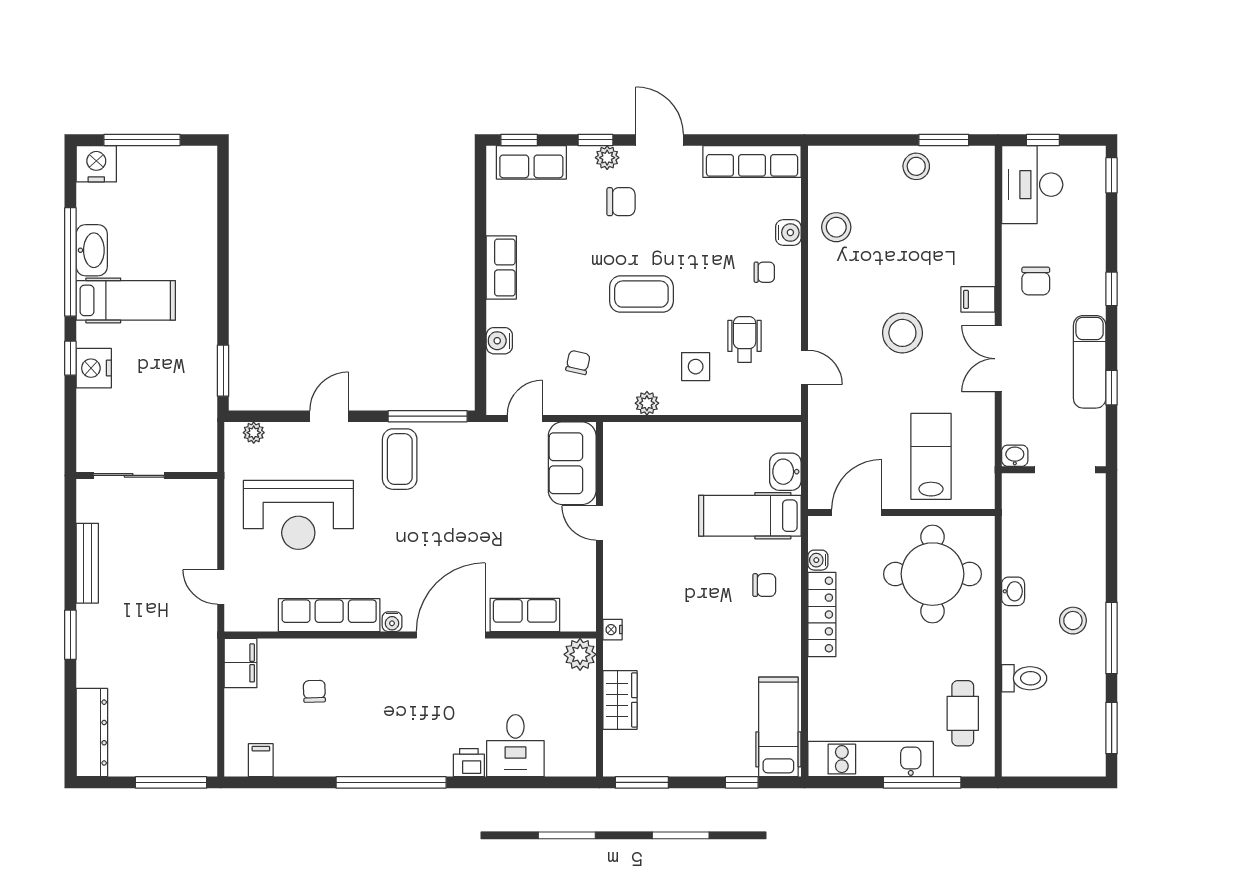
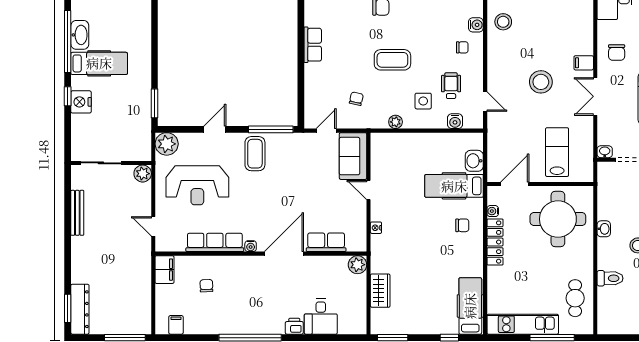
water cooler: (499, 341) -> (455, 121), moved, turned -90
plant: (254, 433) -> (167, 144), width x1.88, depth x1.88
plant: (202, 494) -> (143, 174), added
nightstand: (613, 630) -> (376, 228), moved
window: (70, 635) -> (68, 308), moved

